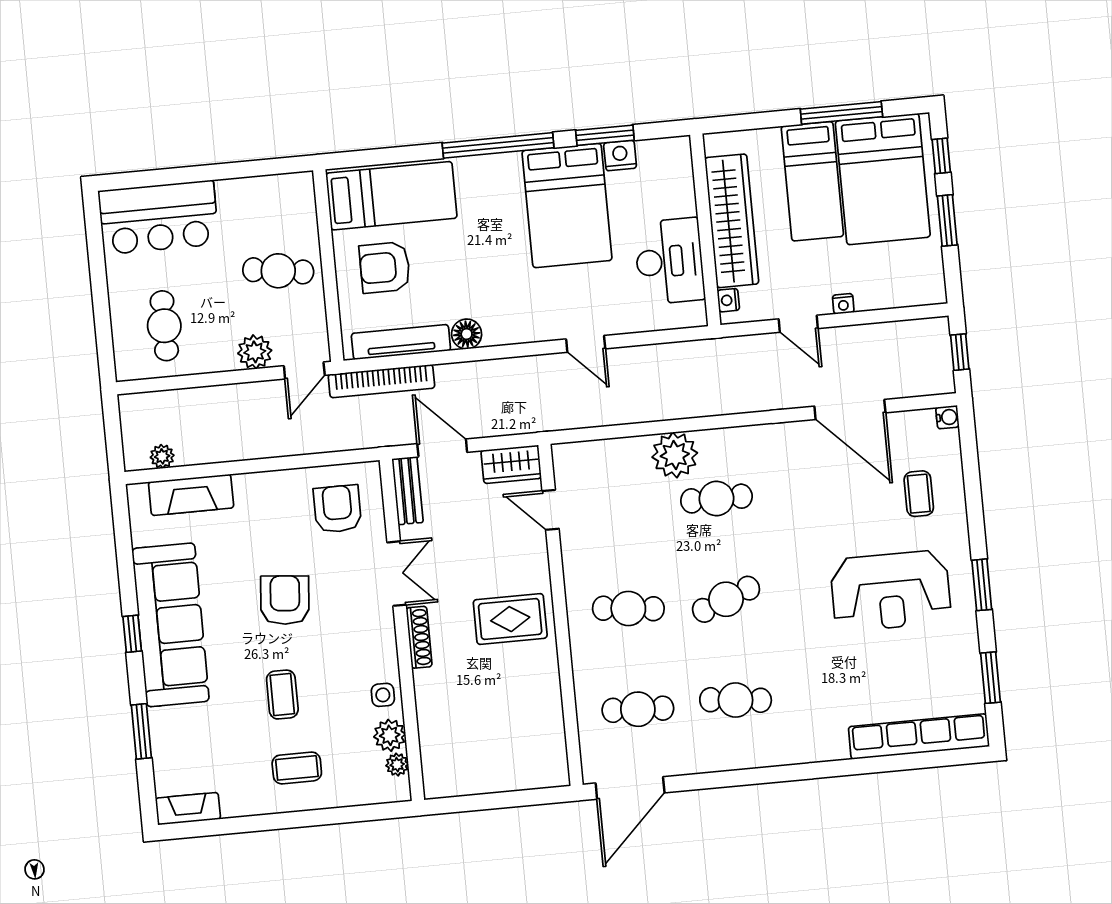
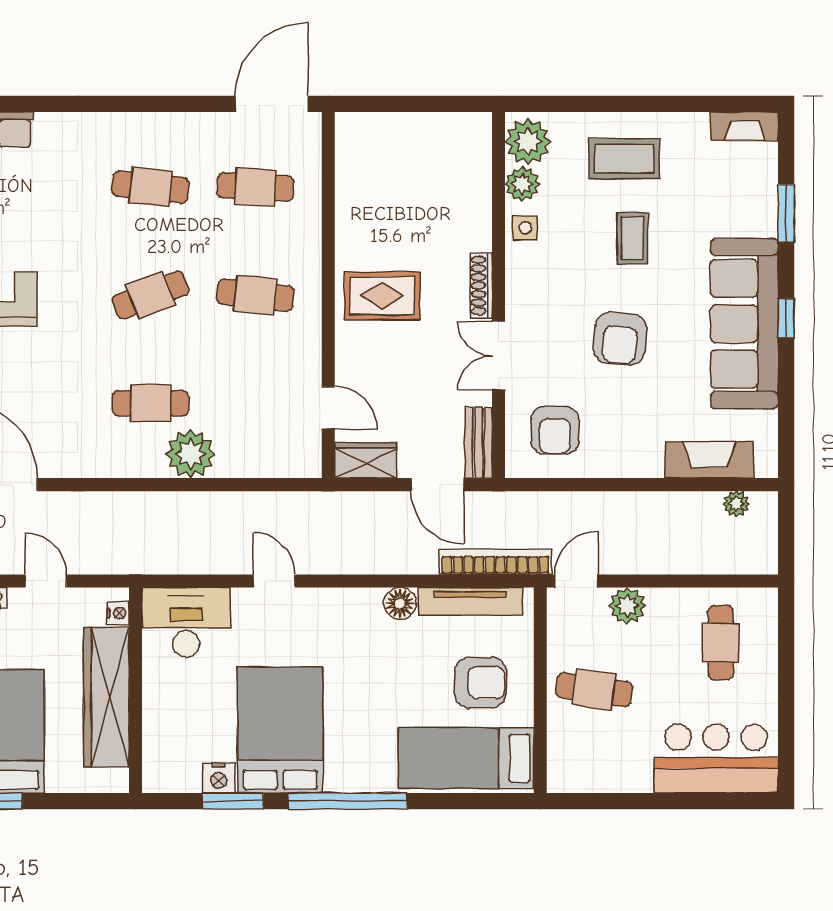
desk: (669, 261) -> (186, 622), moved, turned 90
plant: (397, 765) -> (528, 141), width x1.88, depth x1.88
coffee table: (297, 768) -> (624, 159), width x1.36, depth x1.30

